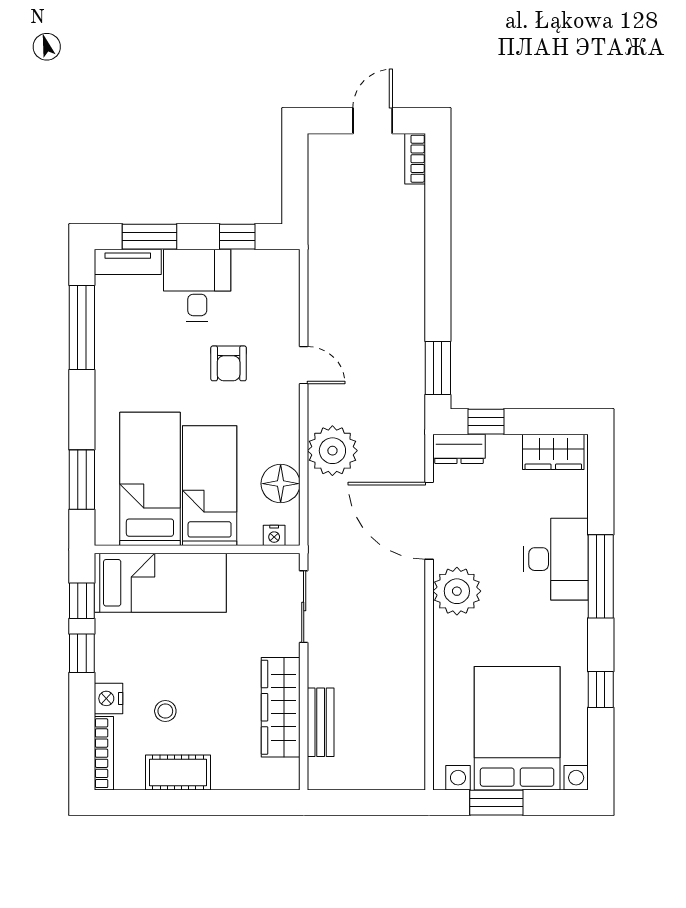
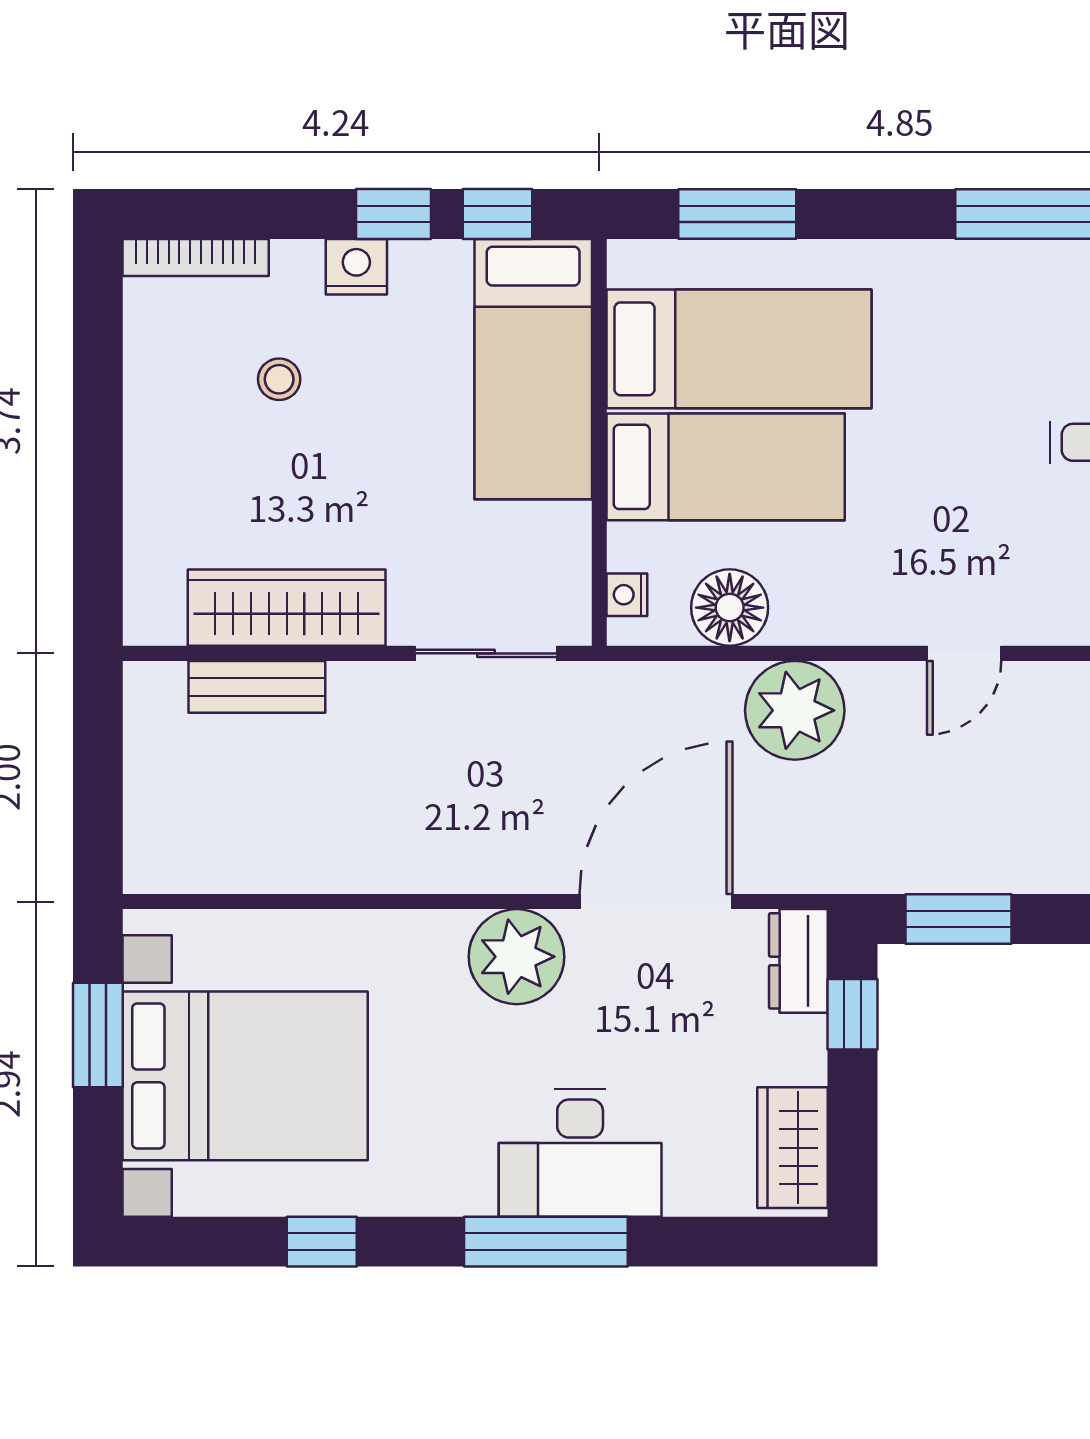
armchair: (229, 363) -> (968, 504), removed
nightstand: (109, 698) -> (356, 267), moved
cot: (178, 772) -> (157, 404), removed

